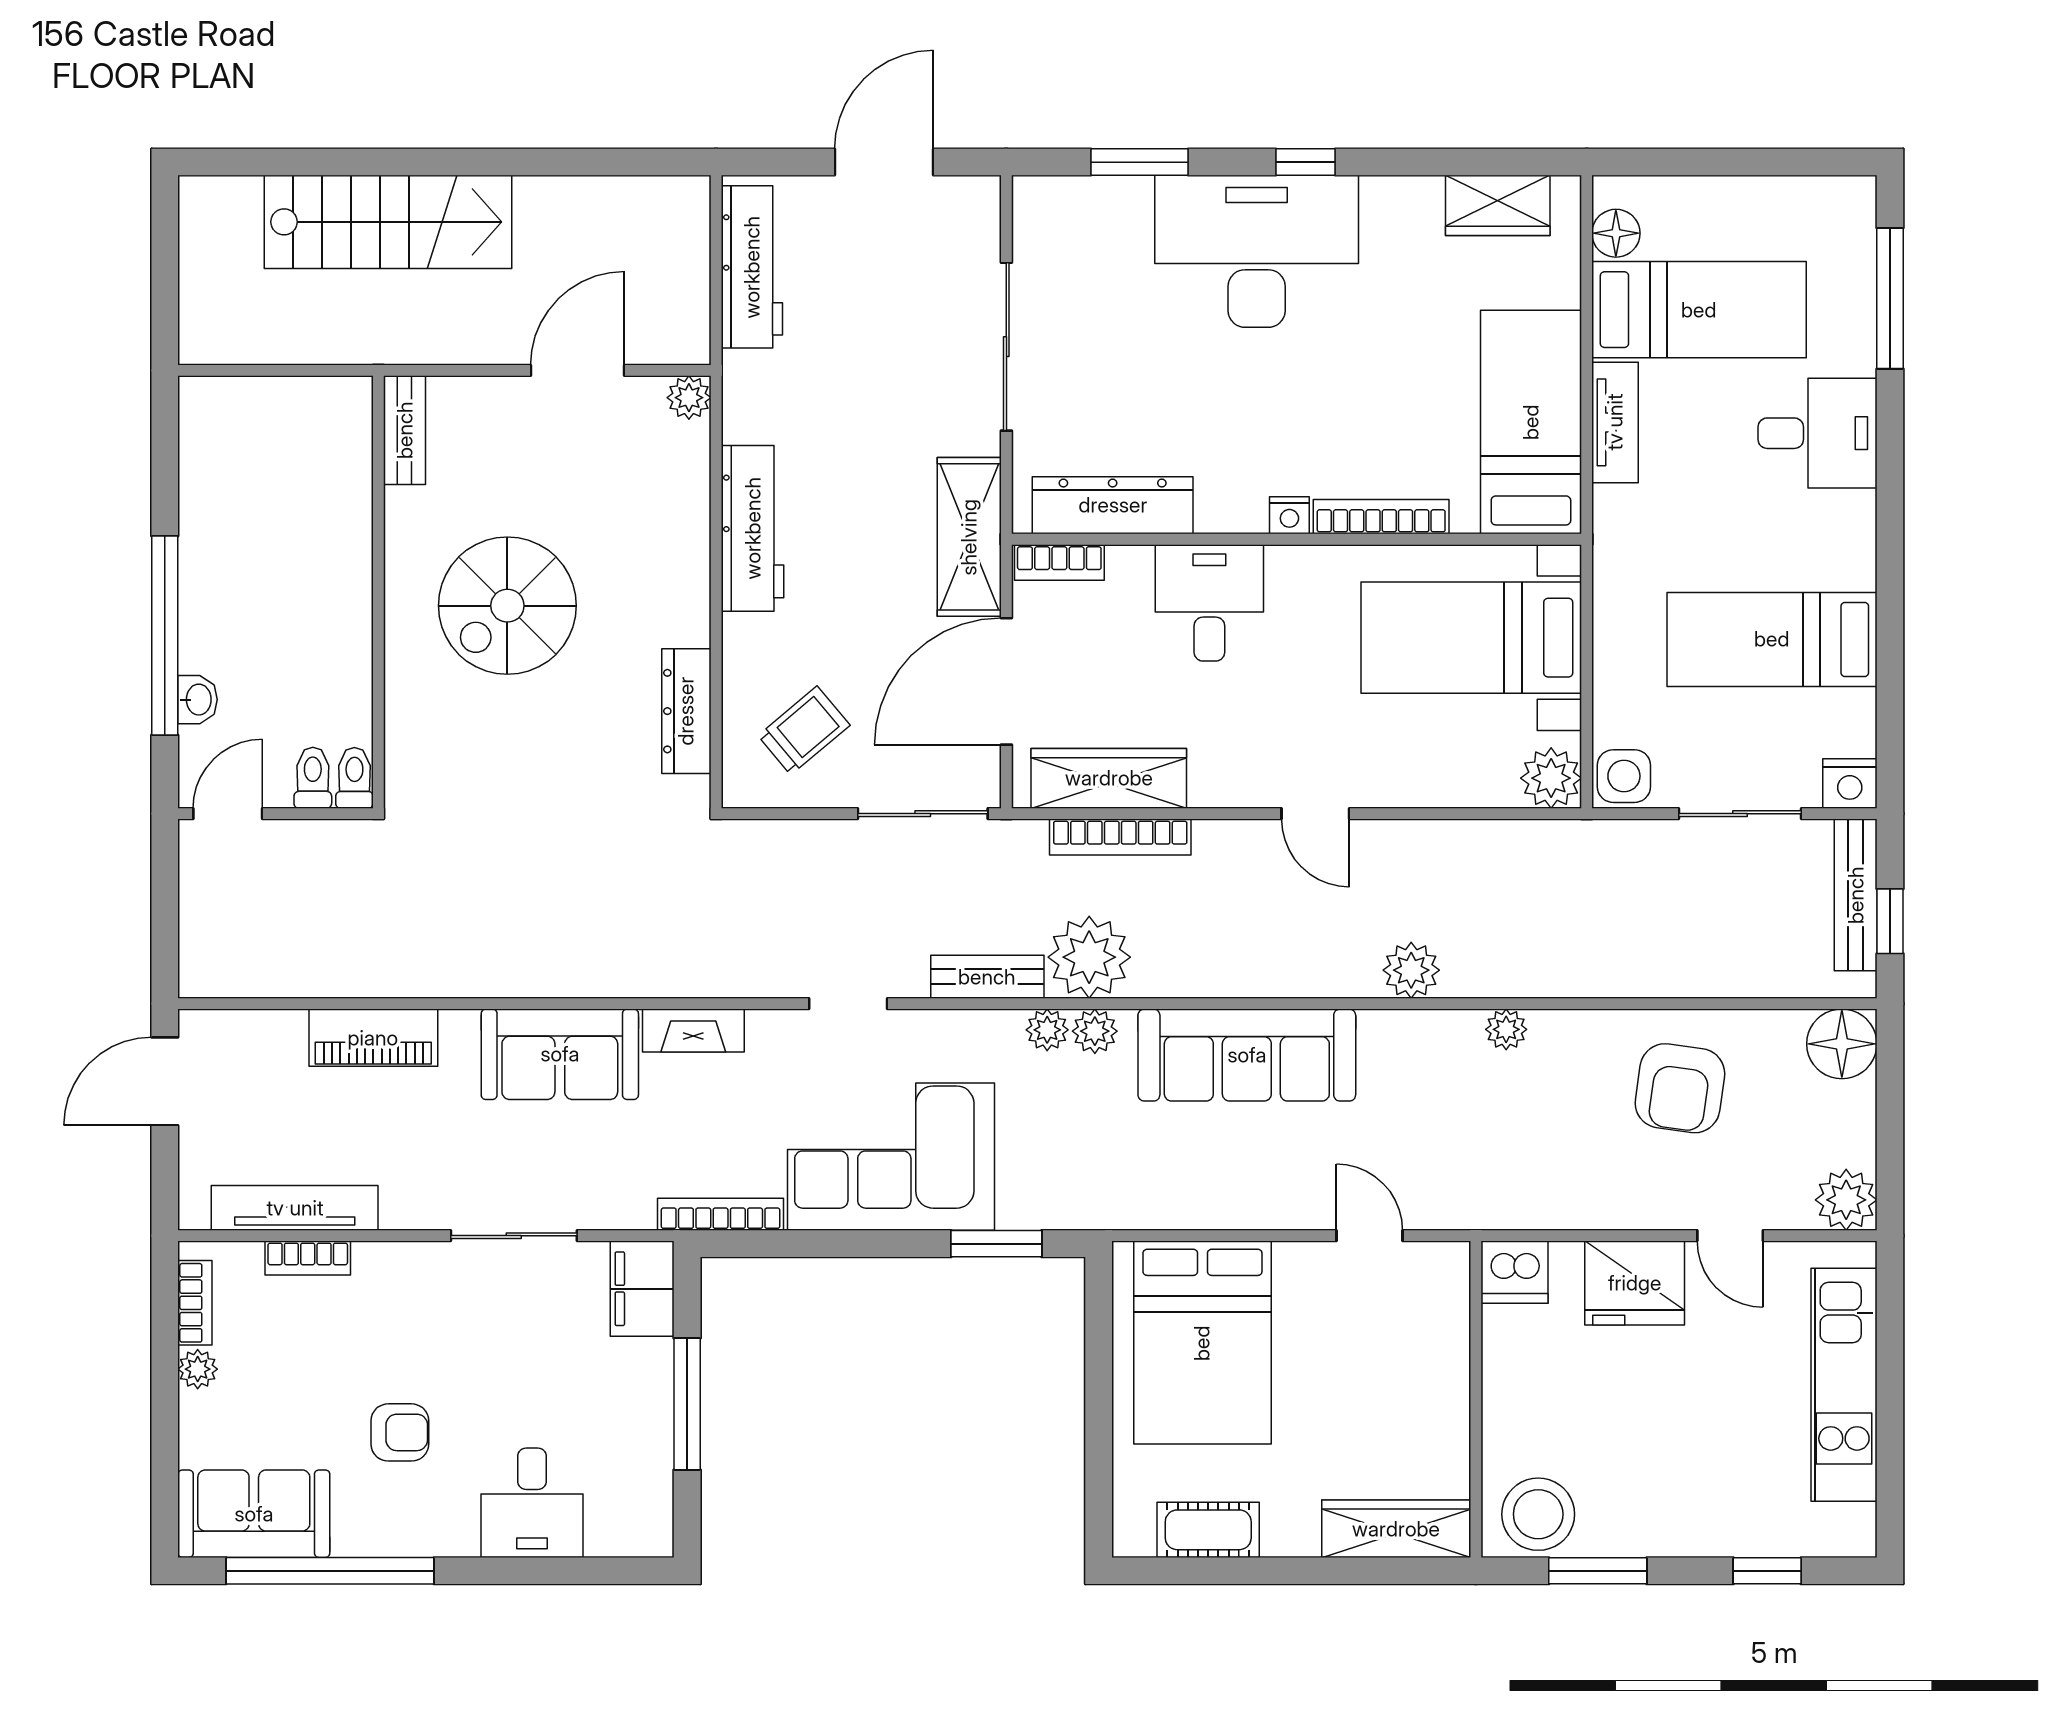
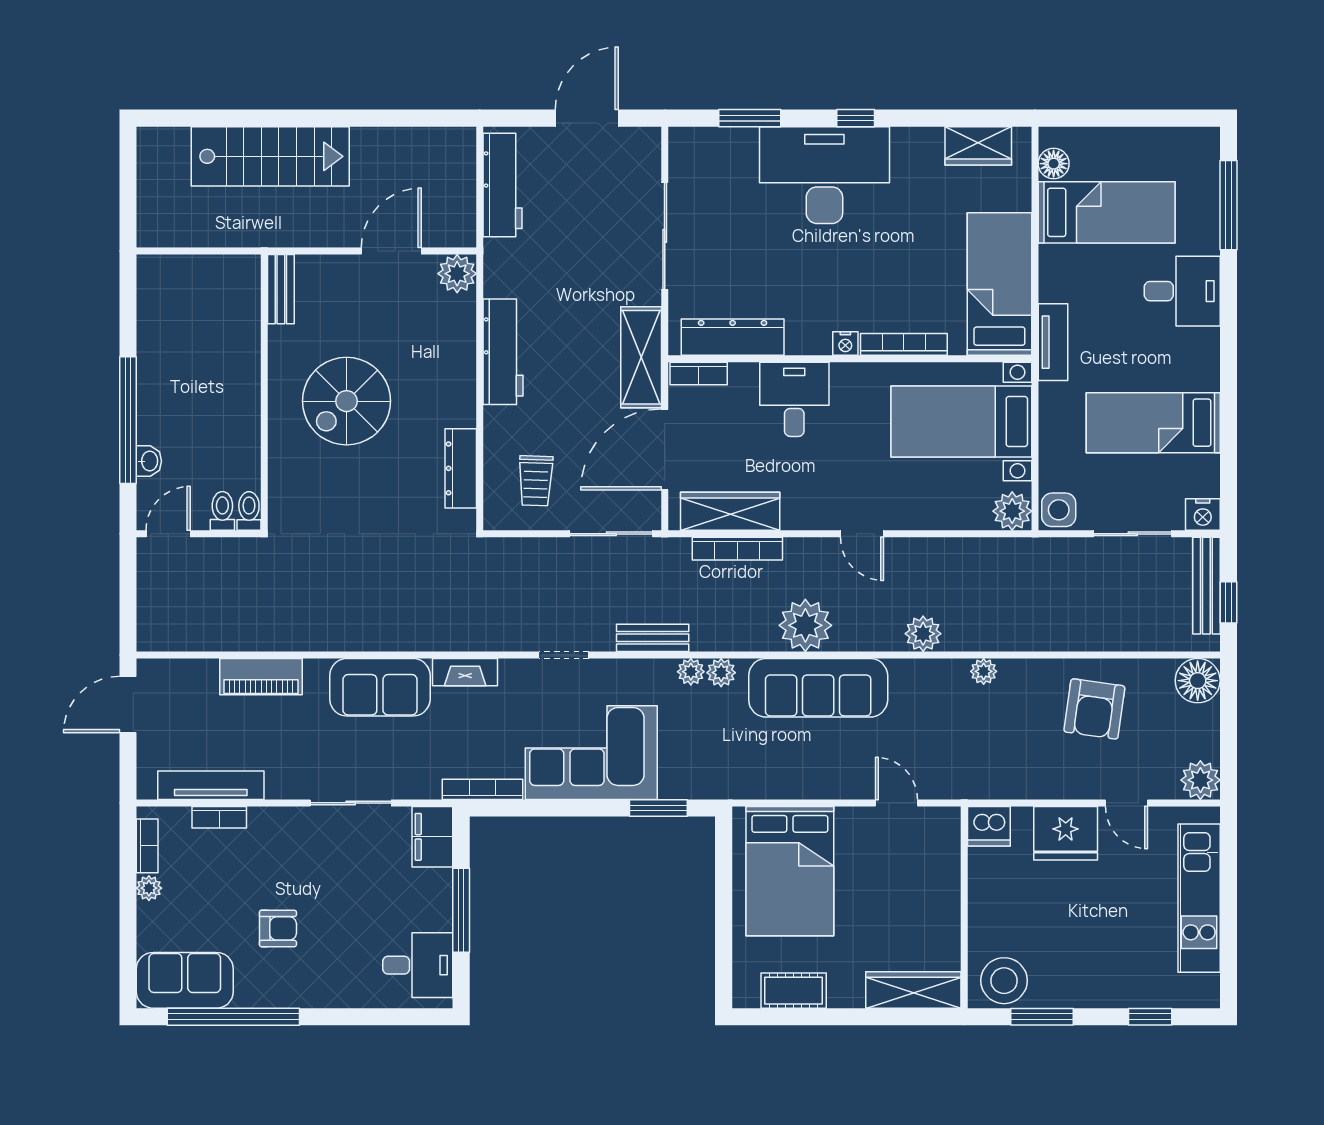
plant: (689, 398) -> (457, 274), width x1.38, depth x1.38
tv unit: (1615, 422) -> (1053, 342), moved
trolley: (804, 730) -> (536, 481), turned 132
plant: (1089, 957) -> (805, 625), moved
desk: (532, 1503) -> (418, 965), moved, turned -90

